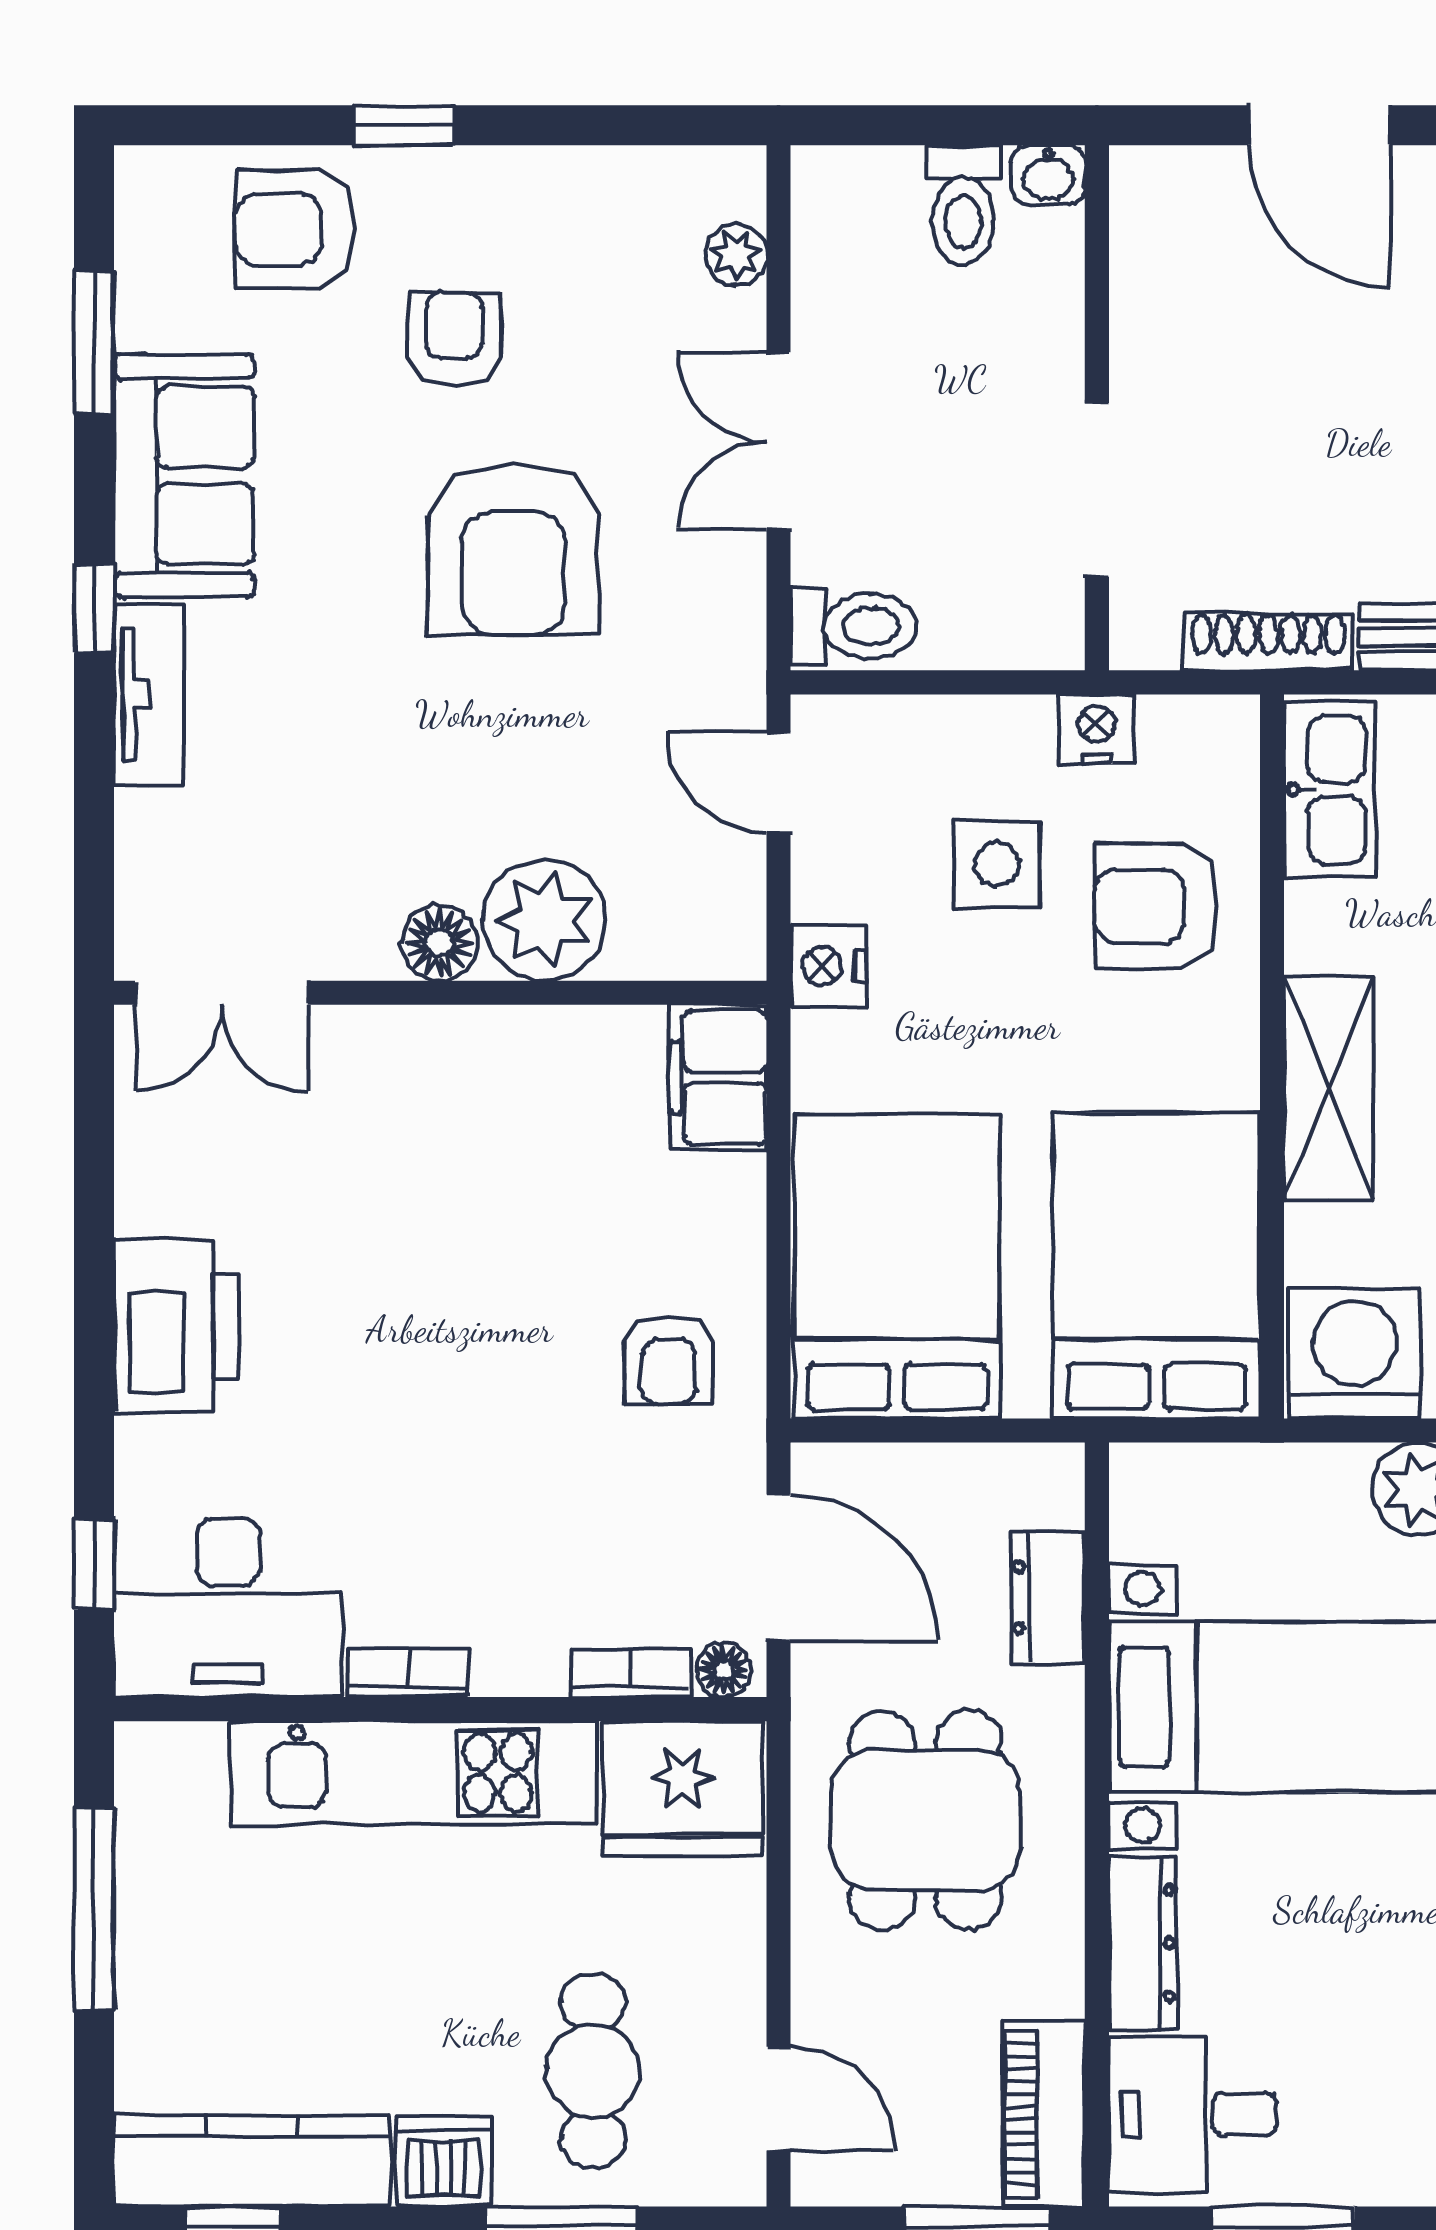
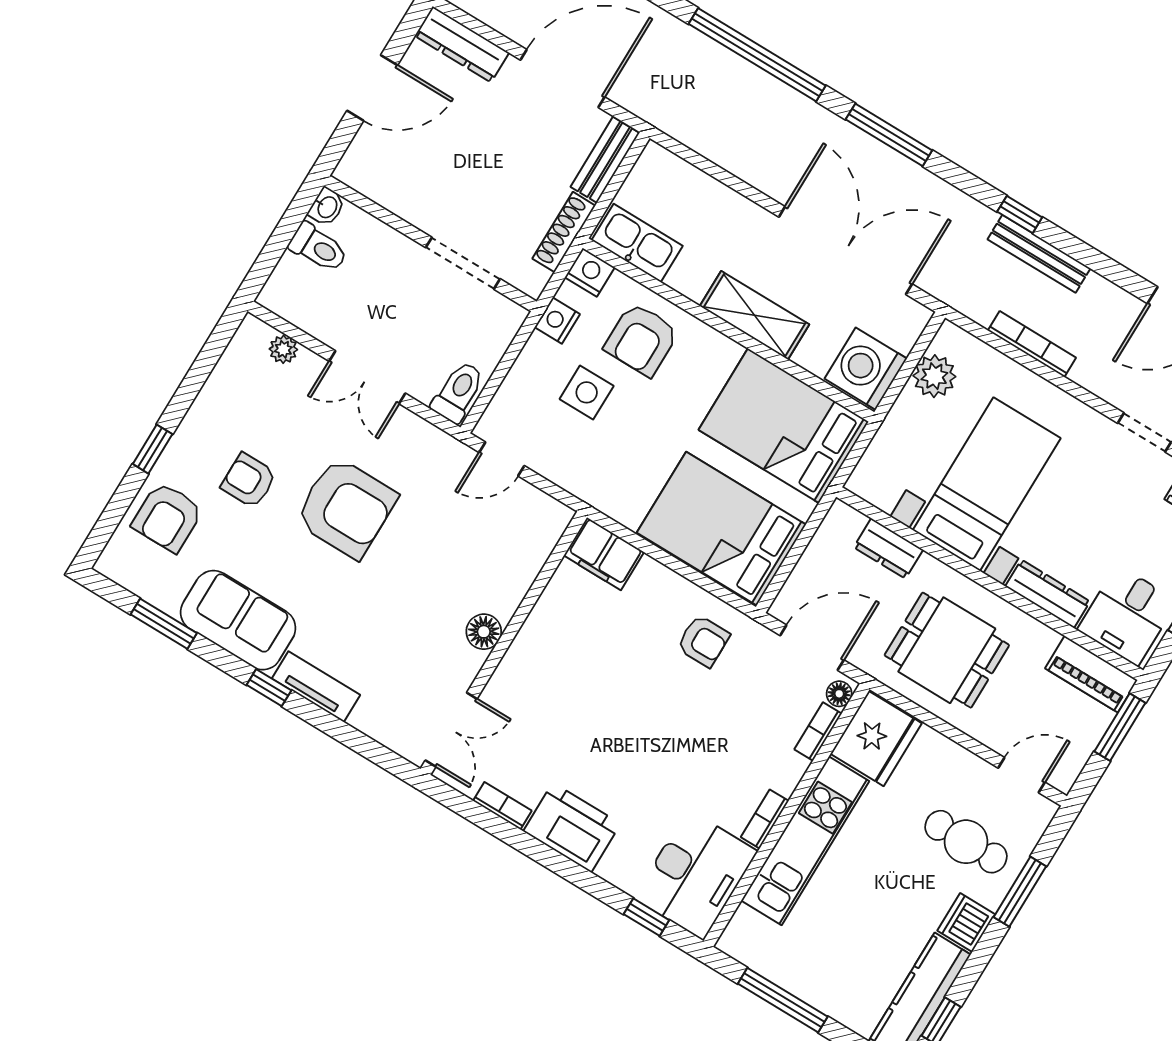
plant: (544, 920) -> (500, 585), removed
nightstand: (828, 966) -> (590, 272), moved, turned 180
bookcase: (138, 1173) -> (502, 806), added

